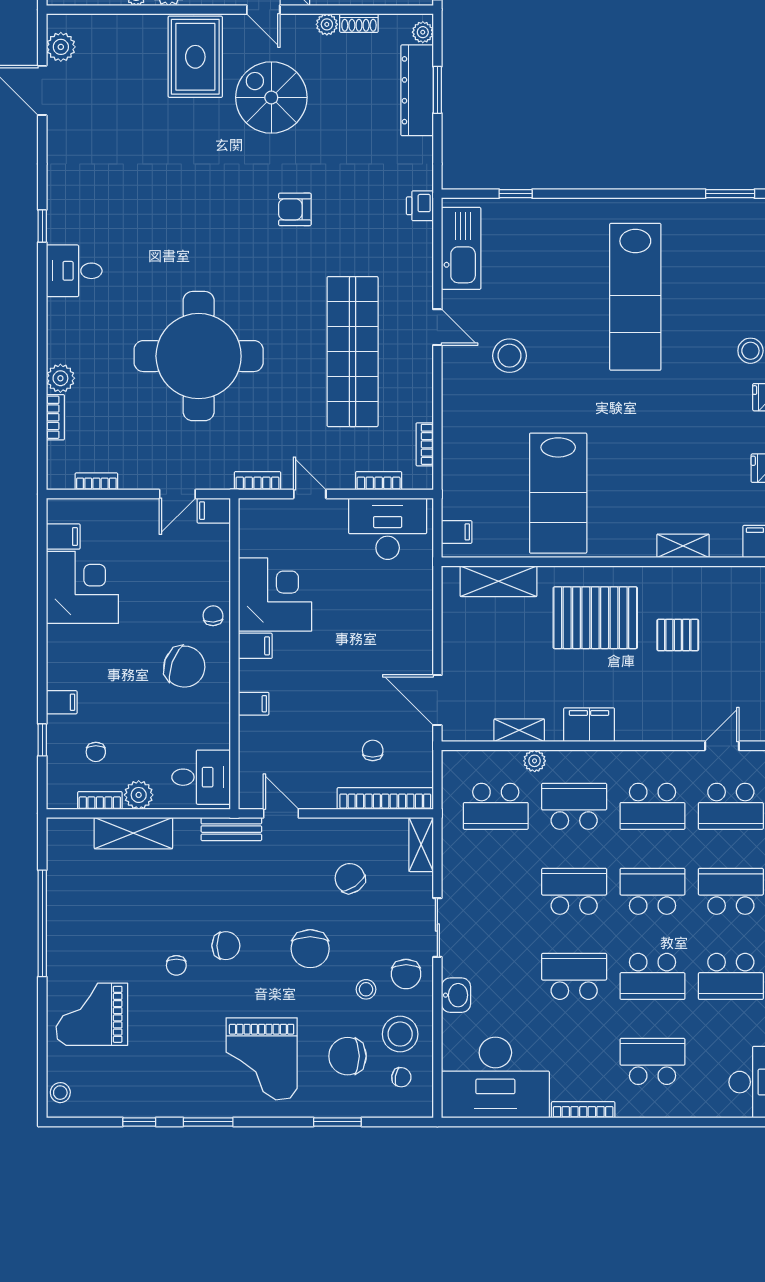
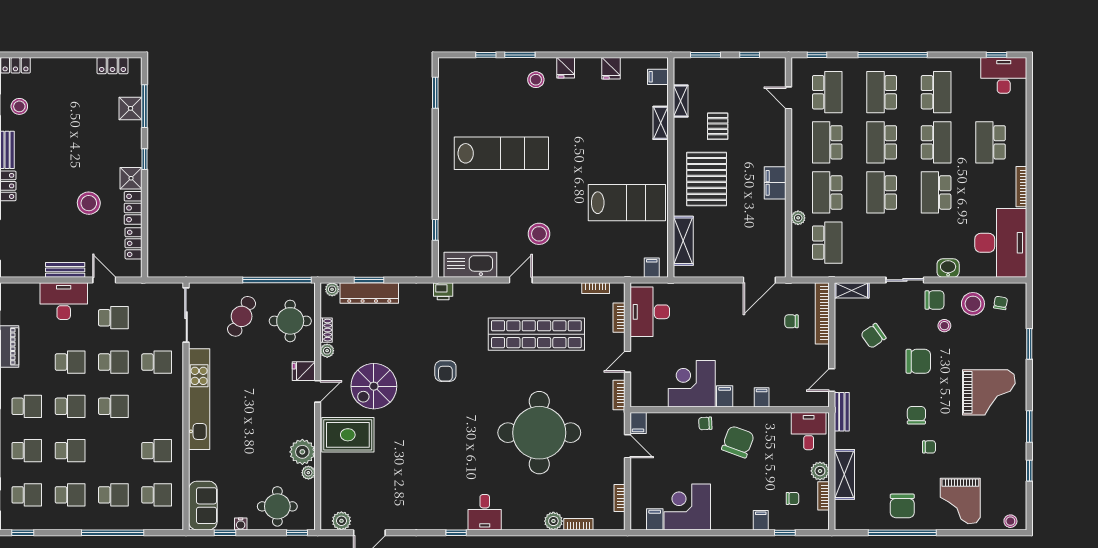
shelving: (519, 730) -> (681, 101), moved
school desk: (652, 806) -> (827, 142), turned 180
chair: (348, 1056) -> (902, 506), moved

